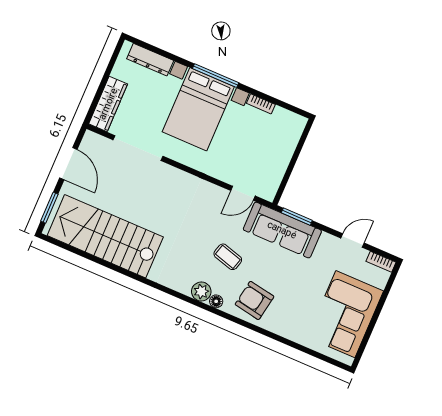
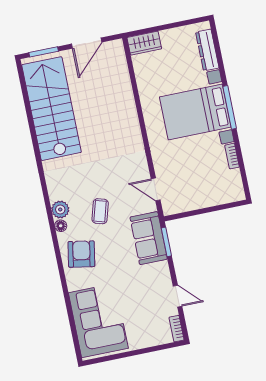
wardrobe: (108, 104) -> (144, 43), width x0.67
doorway: (138, 148) -> (135, 87), removed
sofa: (282, 230) -> (149, 238), width x0.73
corner sofa: (345, 314) -> (98, 320), moved, turned 90

